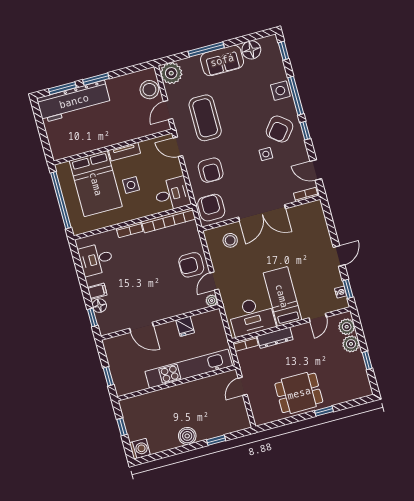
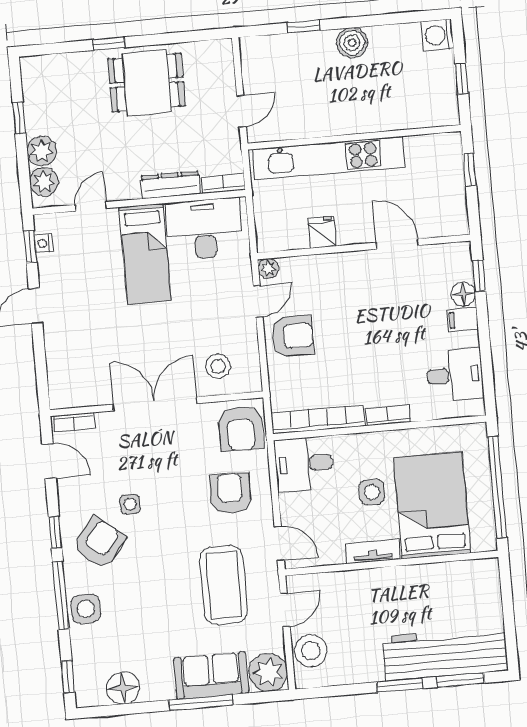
sofa: (222, 60) -> (211, 676), moved

